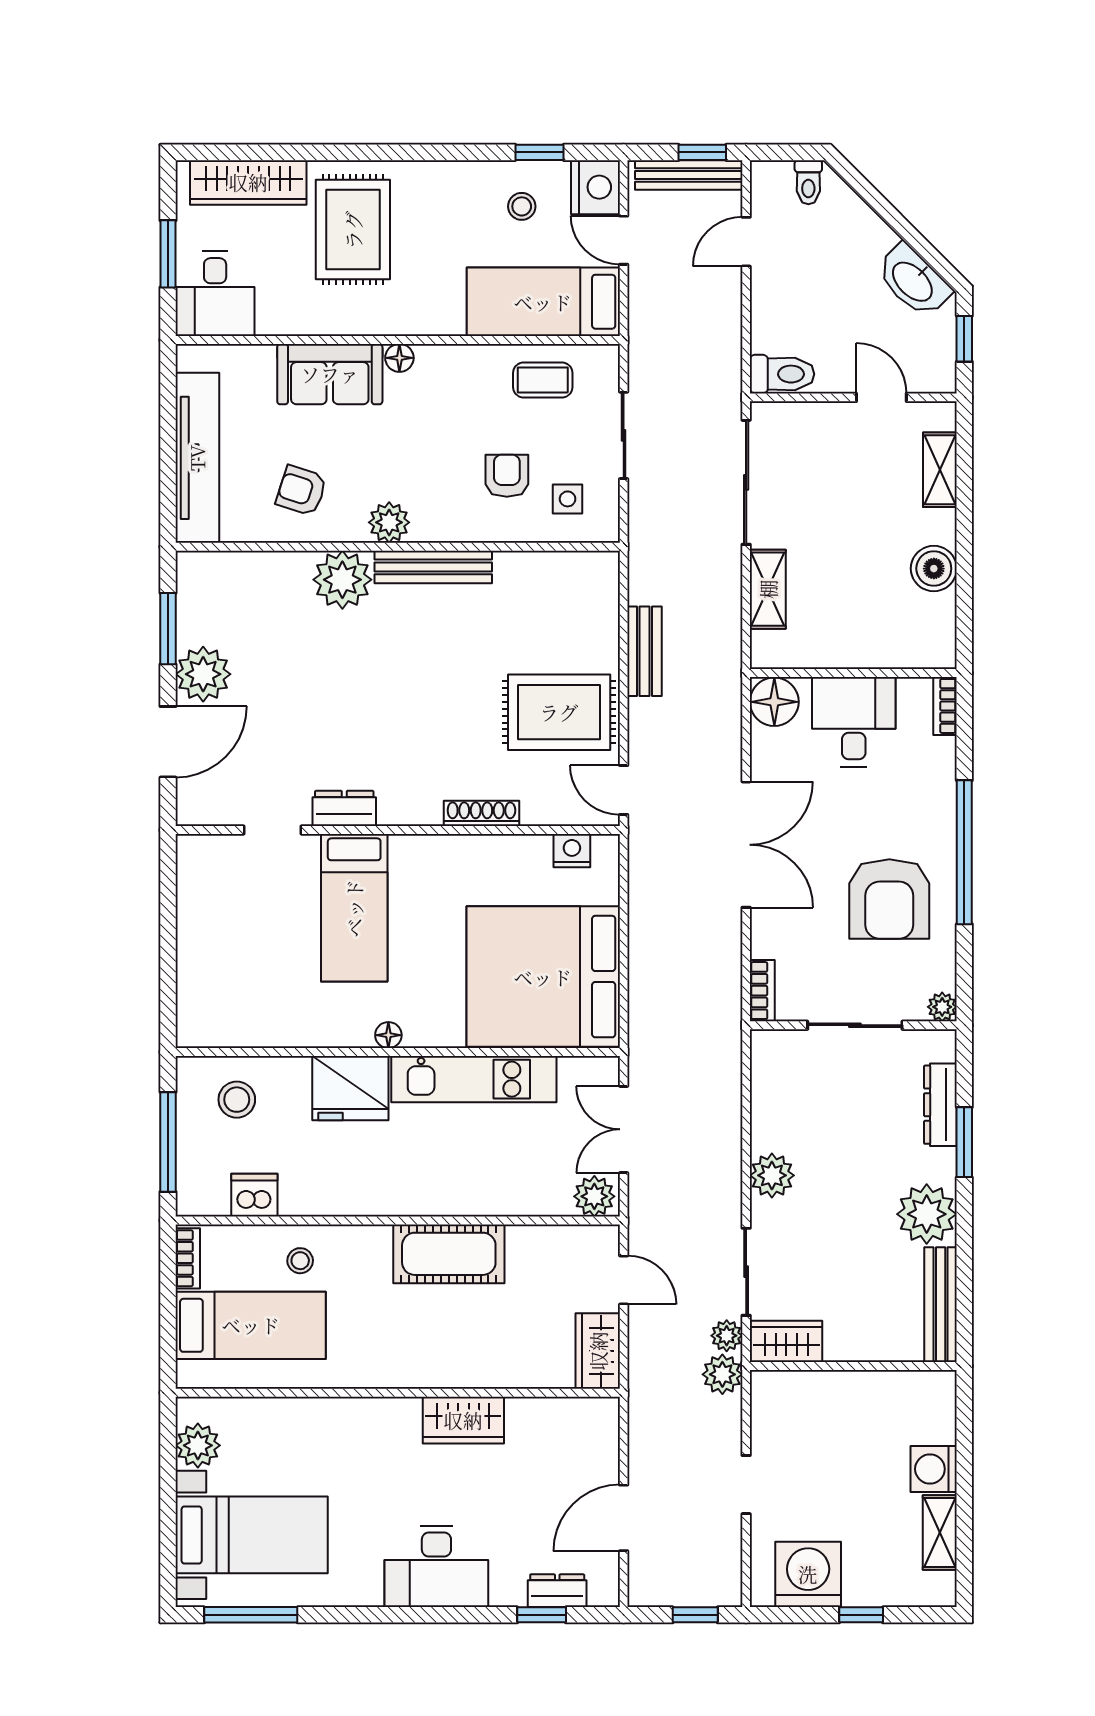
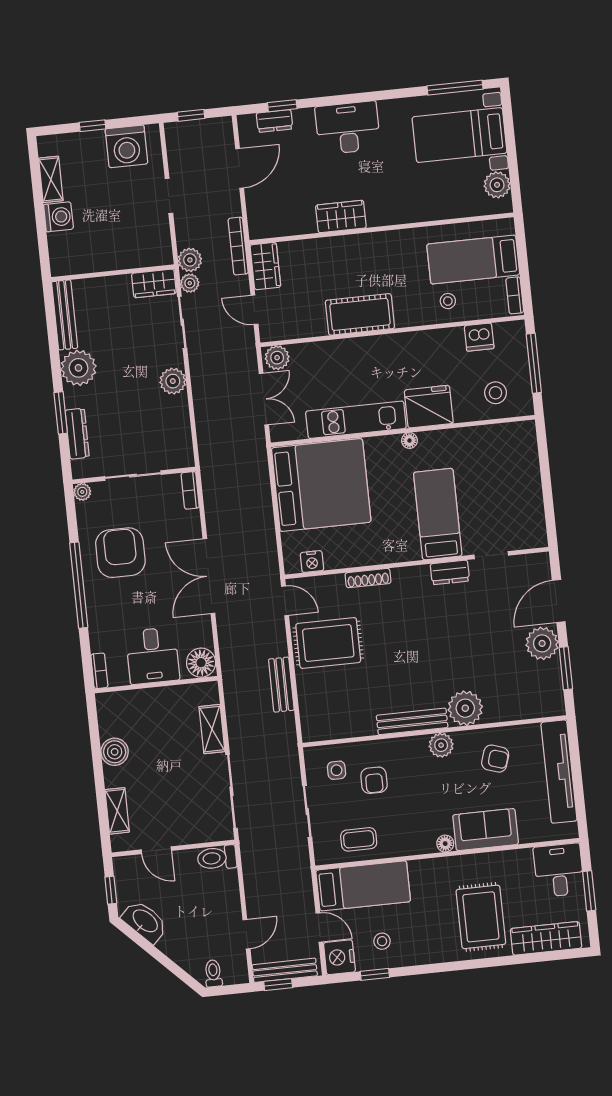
bookcase: (640, 1389) -> (238, 246), added

